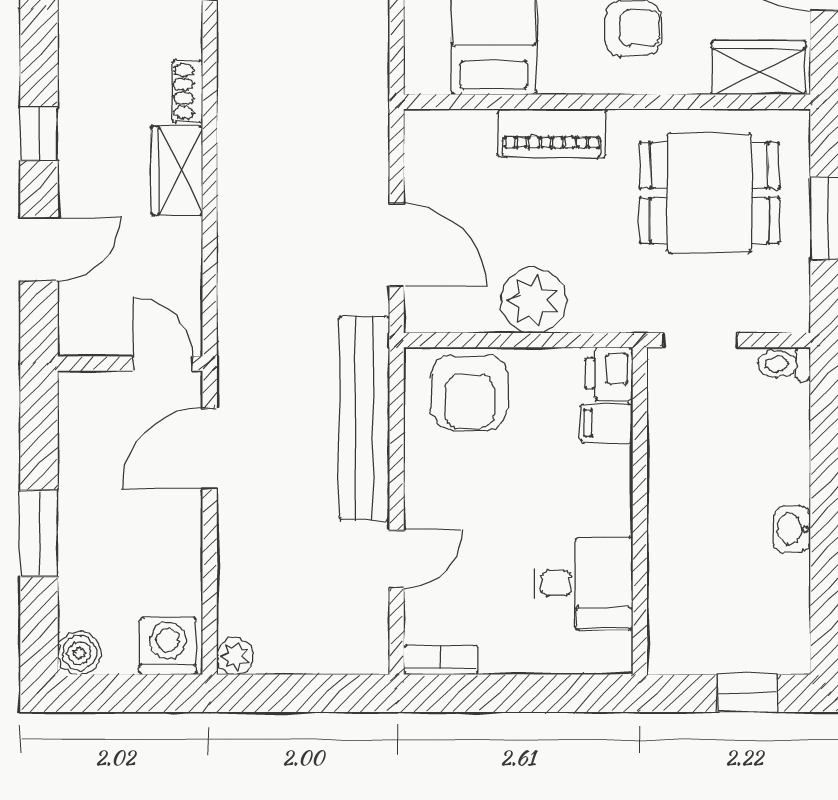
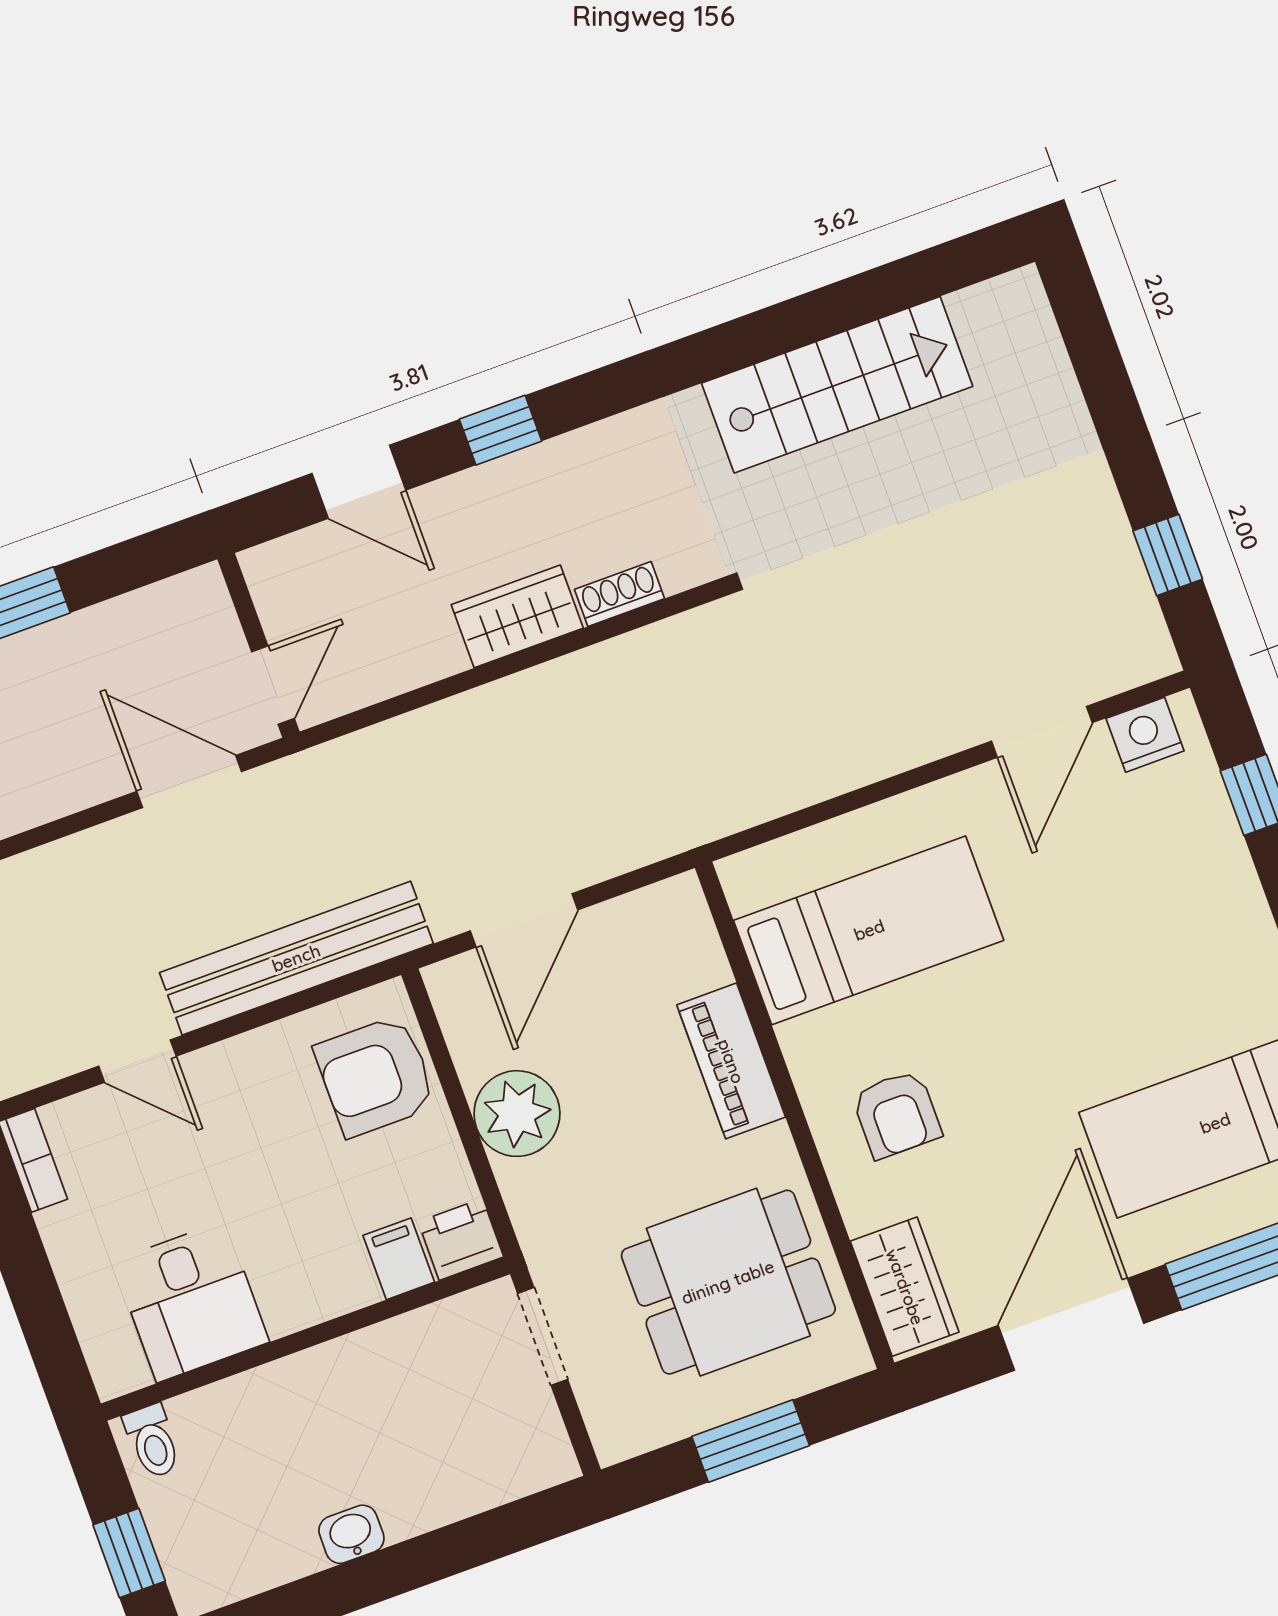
dining table: (709, 193) -> (728, 1282), turned 90
toilet: (784, 364) -> (152, 1441), moved, turned 180

